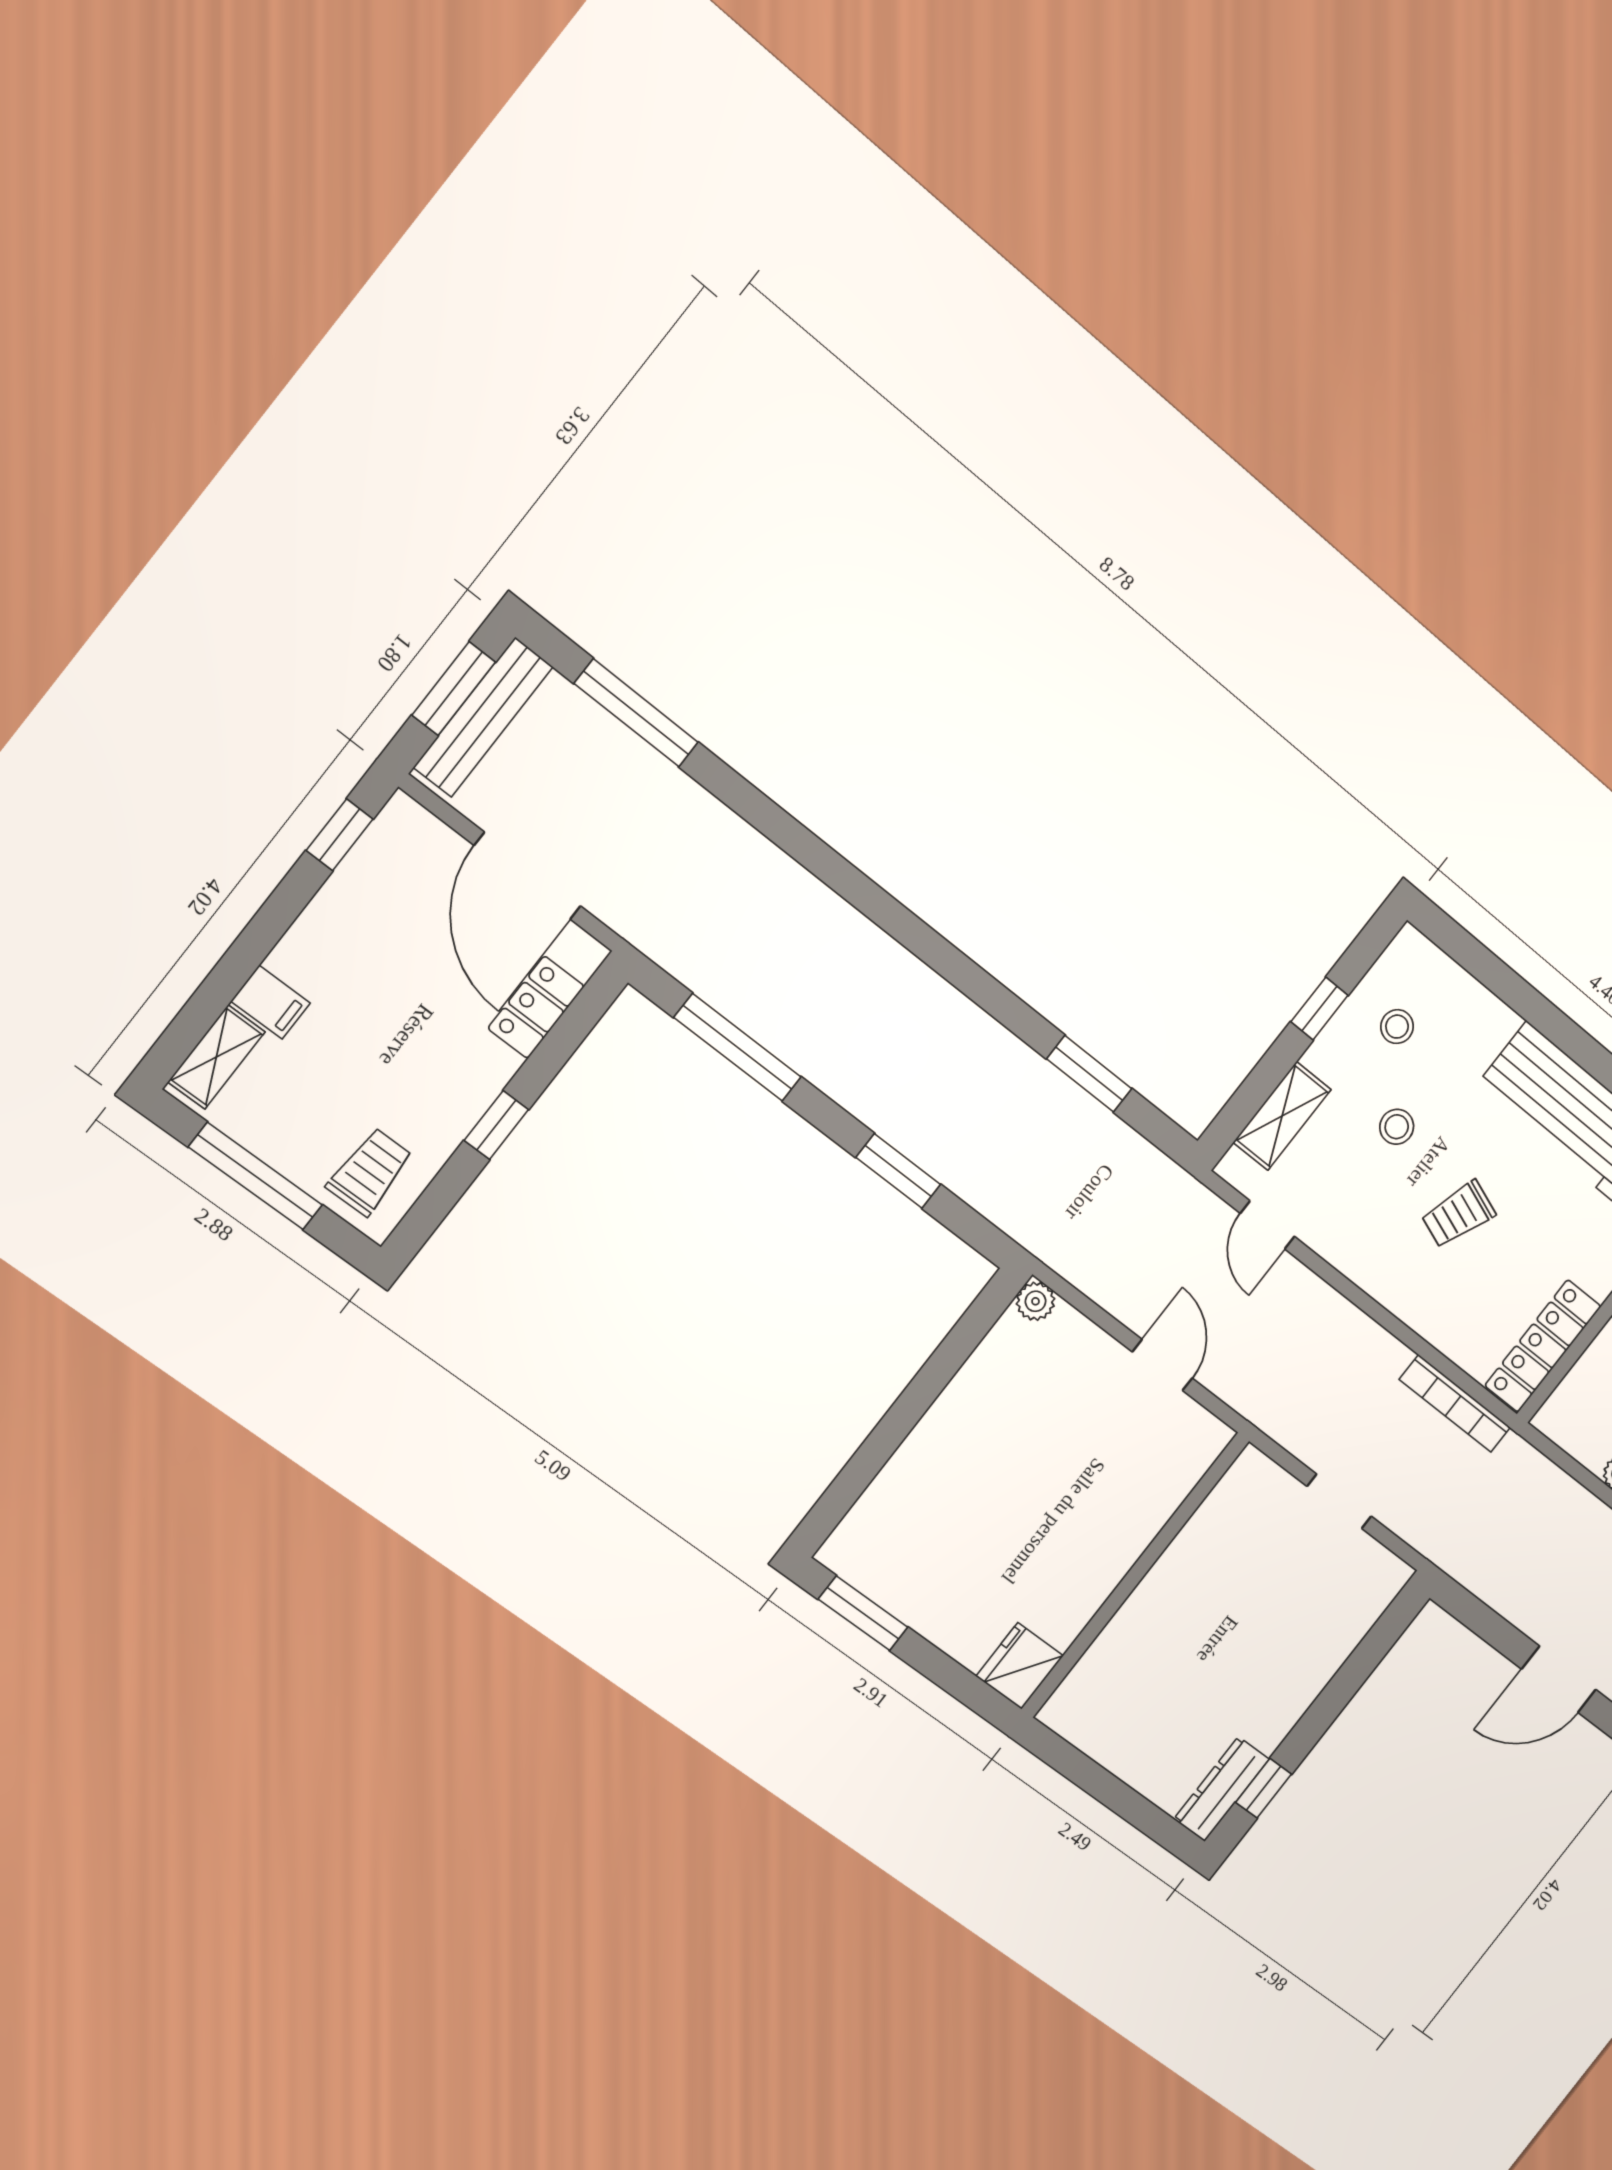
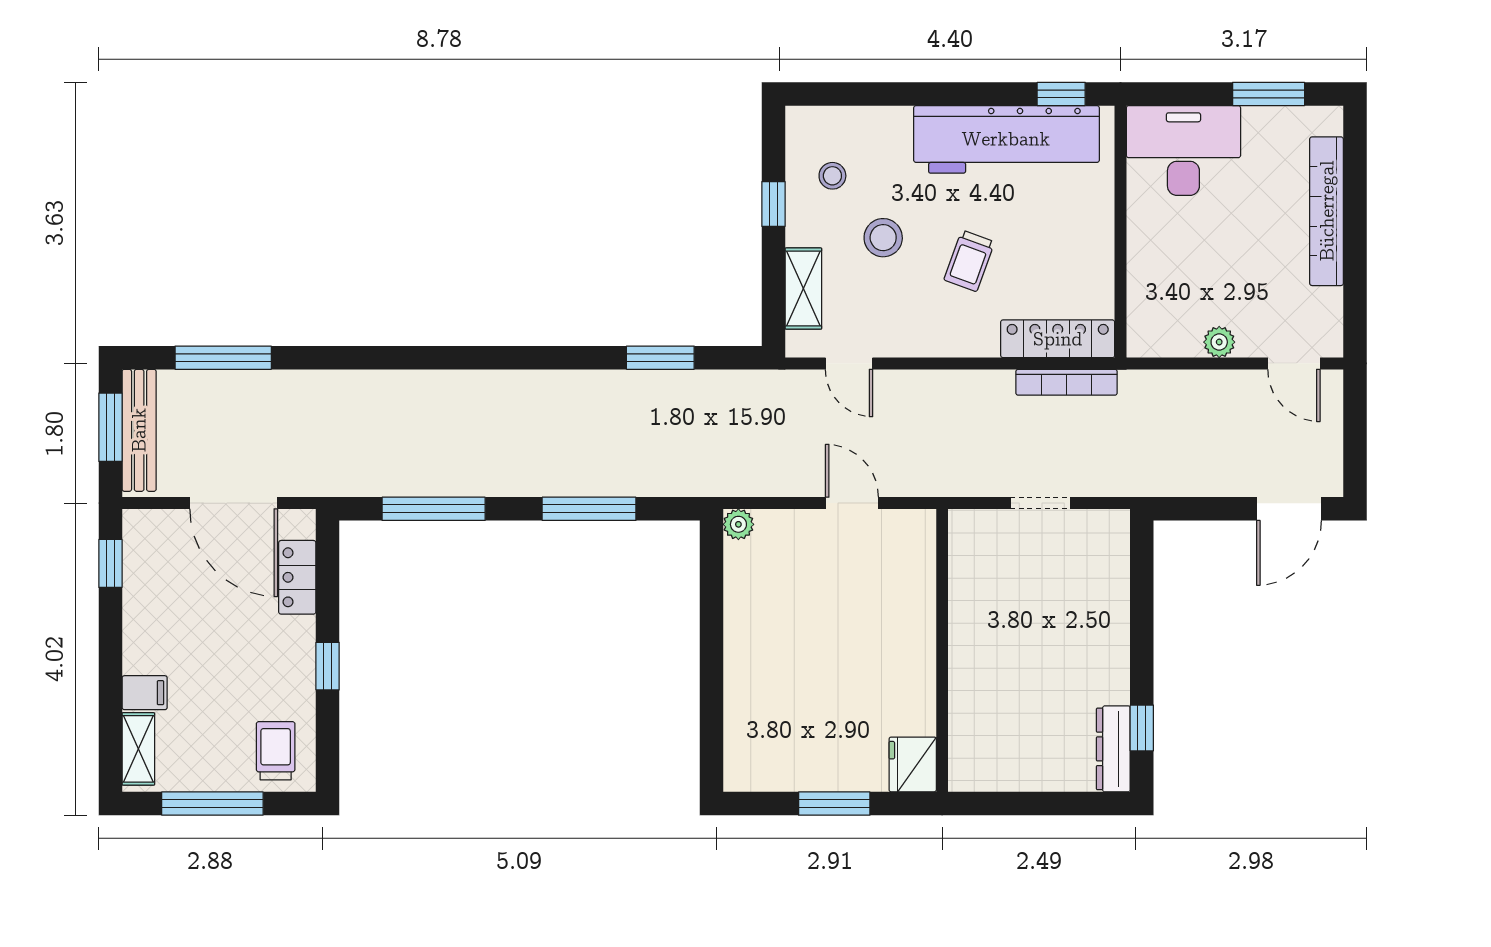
stool: (1397, 1127) -> (883, 238), width x1.37, depth x1.37
window: (898, 1171) -> (589, 509), width x1.44
locker: (1543, 1346) -> (1058, 339), moved, turned 90
window: (863, 1613) -> (834, 804), moved

